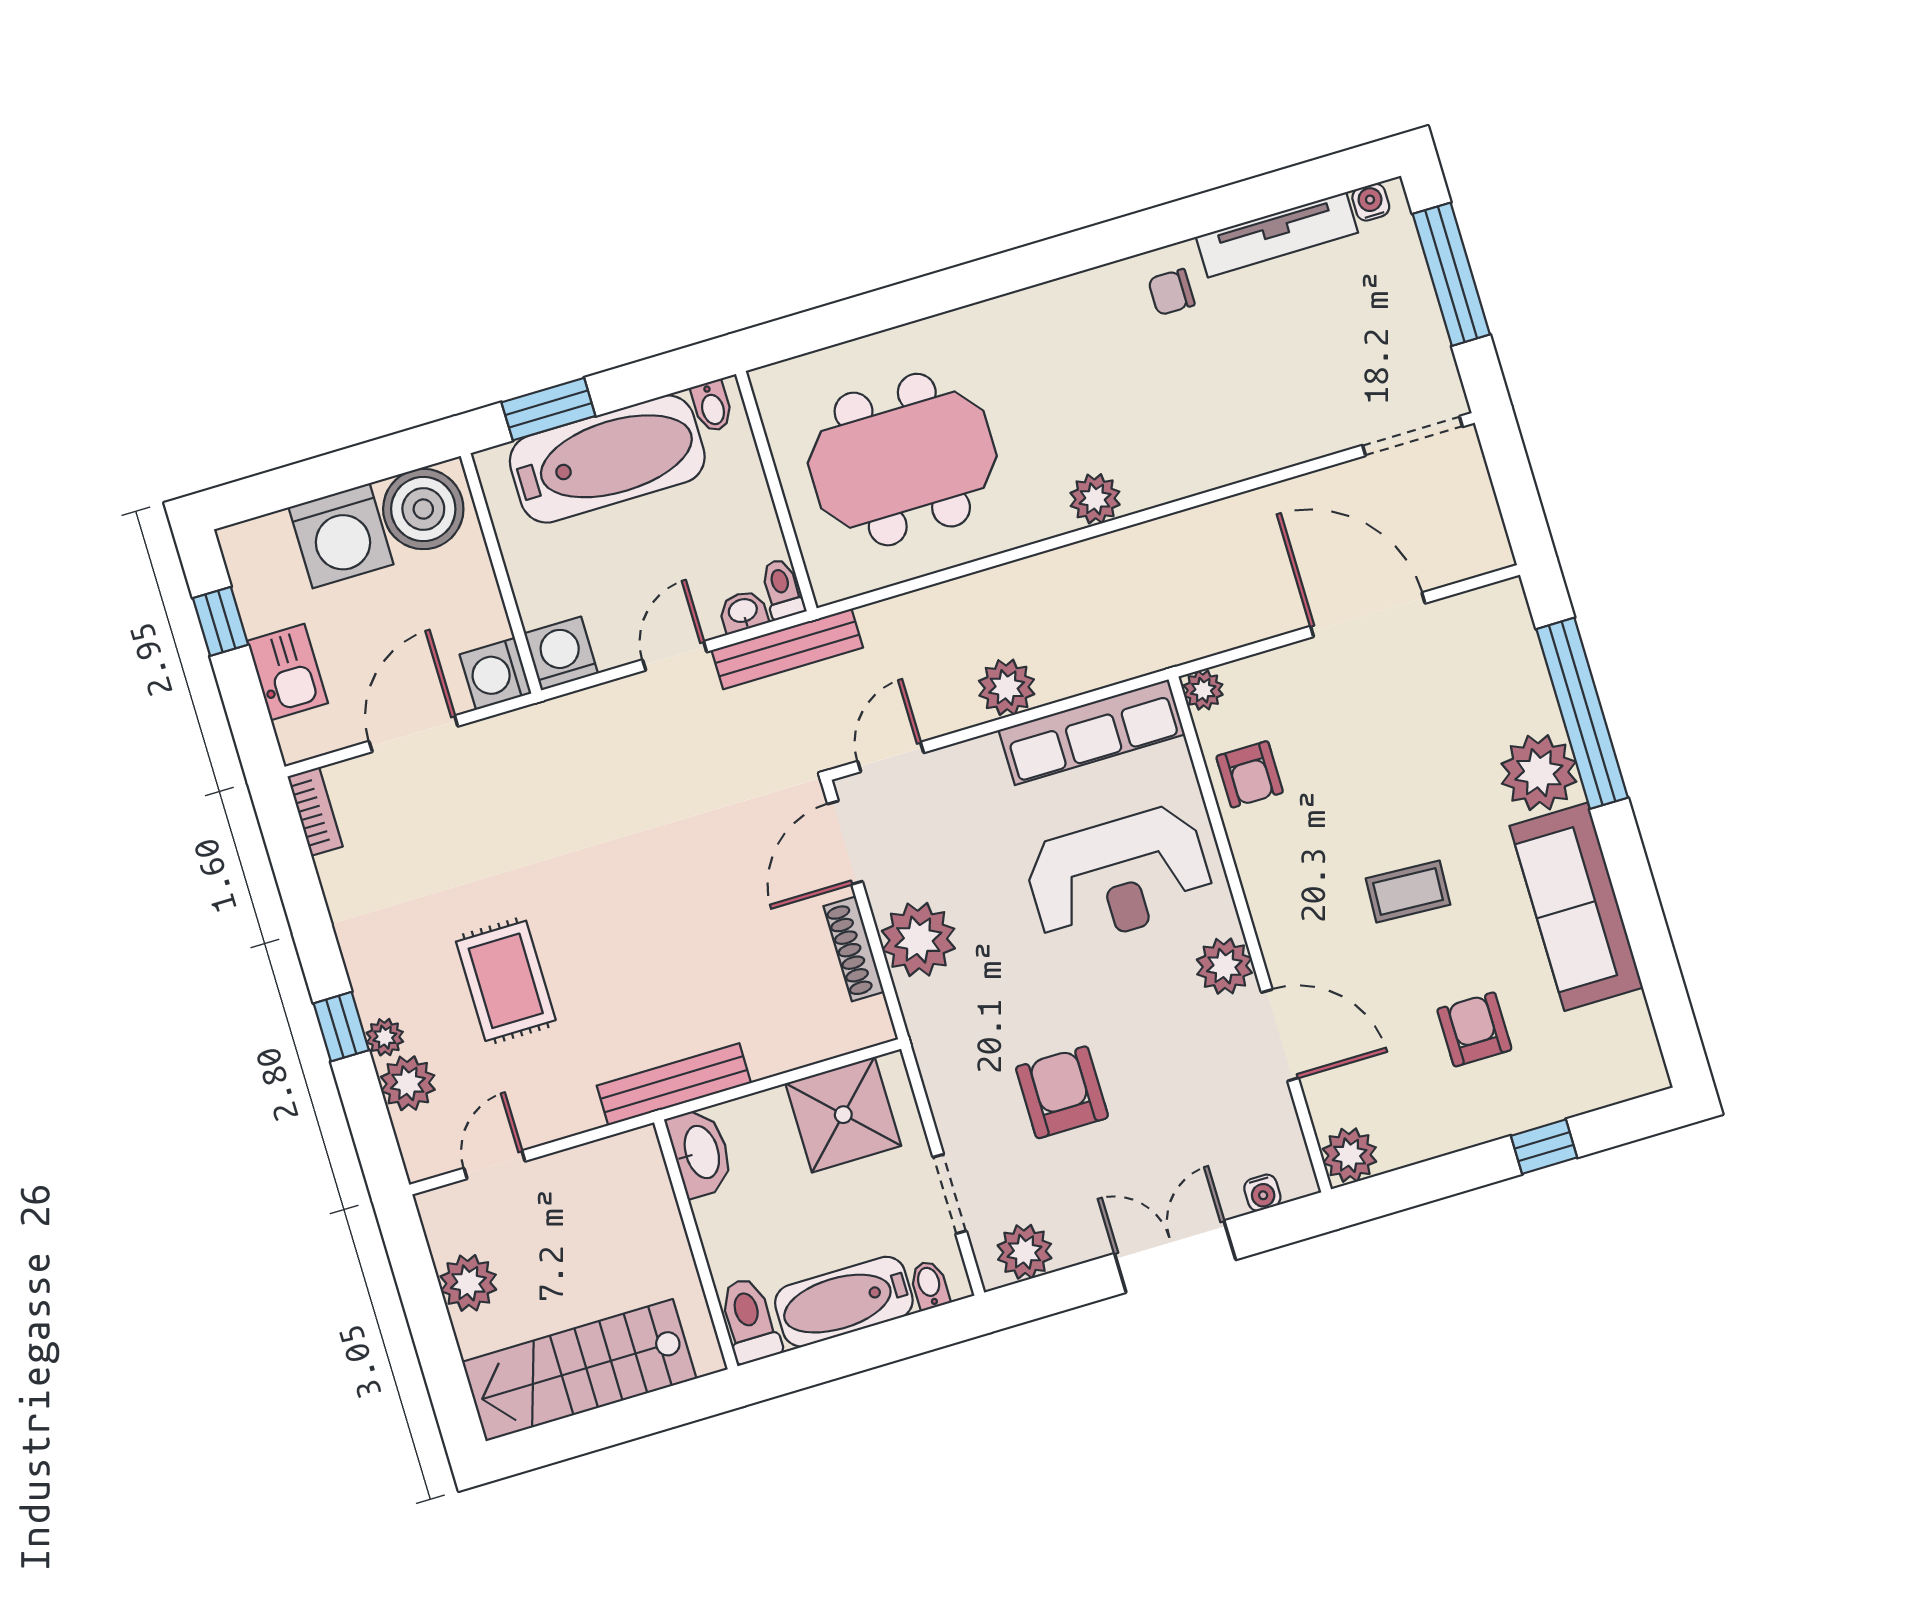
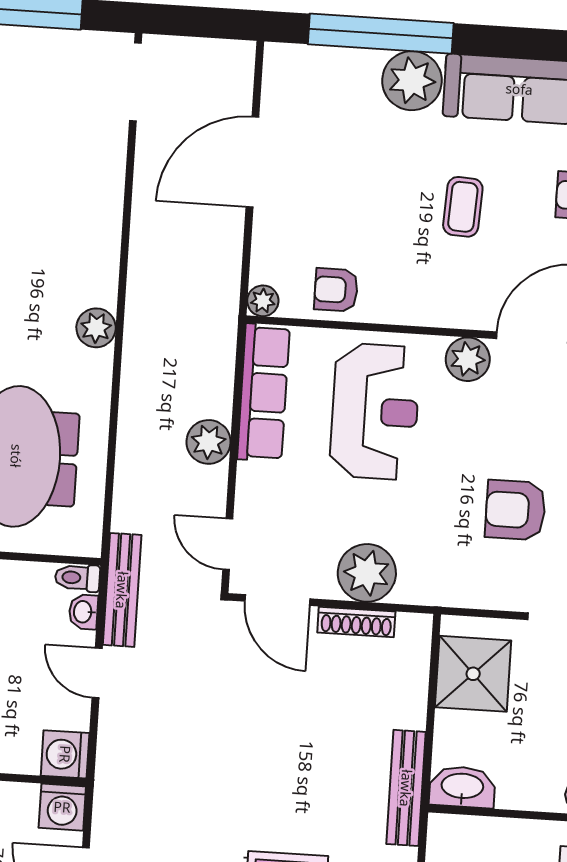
armchair: (1250, 774) -> (336, 290), turned 180

